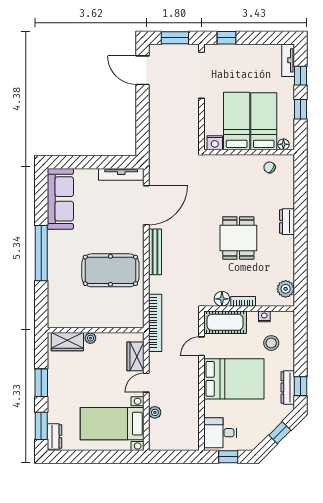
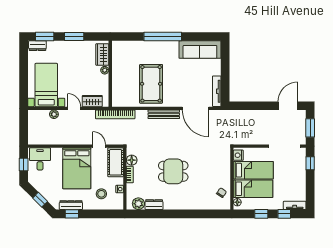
dresser: (287, 222) -> (154, 205), moved

